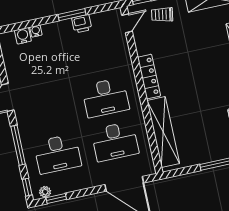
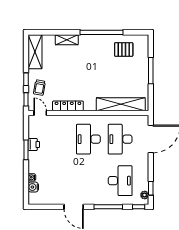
locker: (149, 77) -> (68, 106), moved
desk: (105, 98) -> (88, 139), turned 180
desk: (115, 141) -> (120, 139), turned 180

